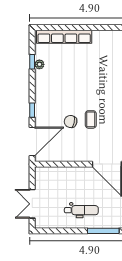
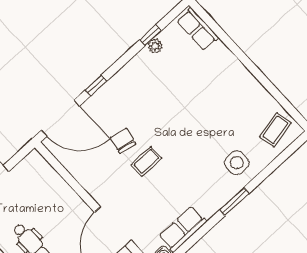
row of seats: (64, 37) -> (198, 29), width x0.50

